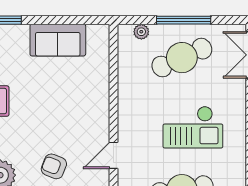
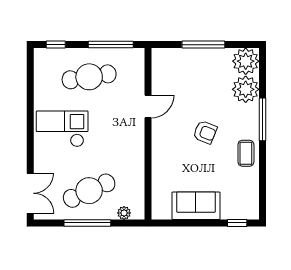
checkout: (193, 127) -> (62, 129), moved
armchair: (54, 166) -> (205, 132), moved

